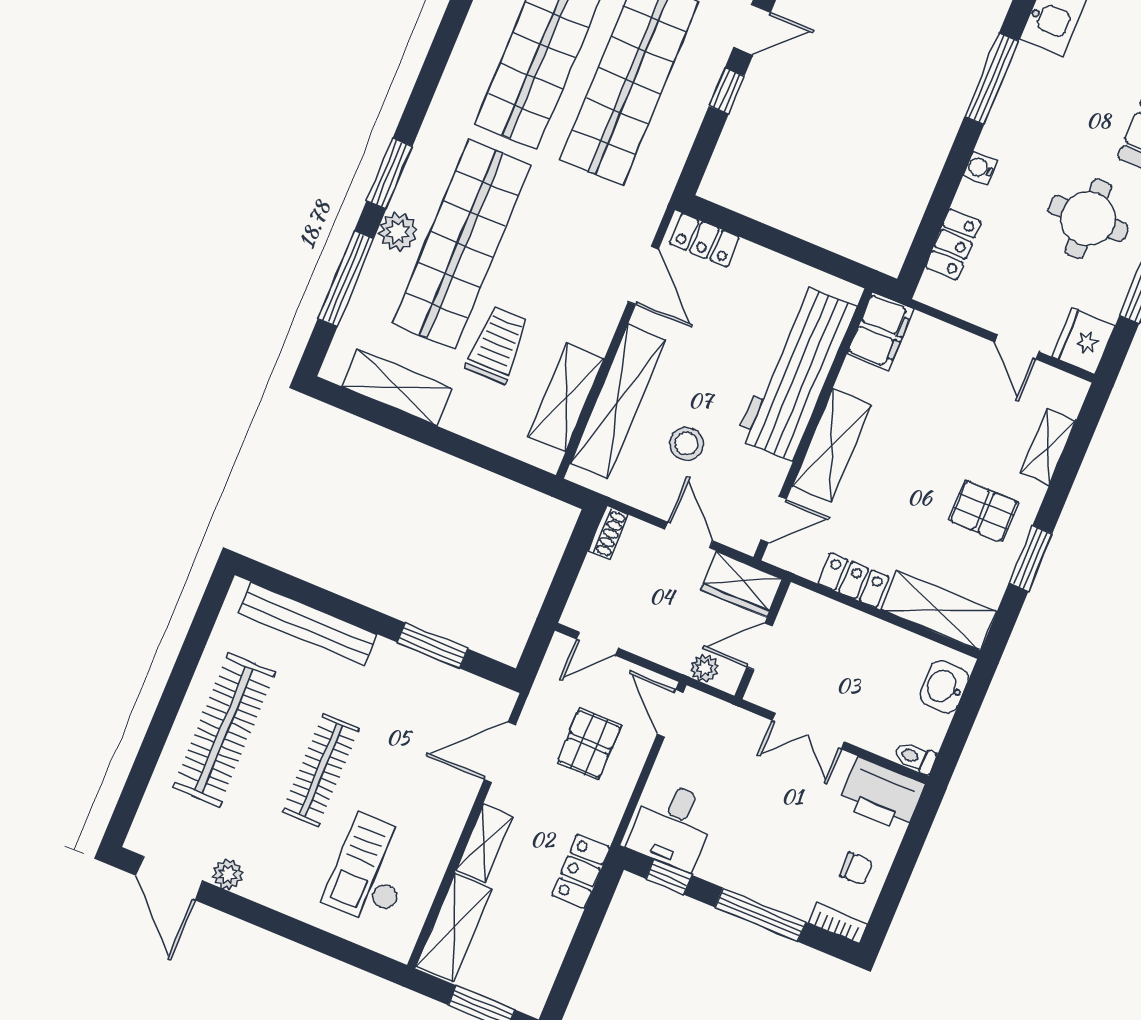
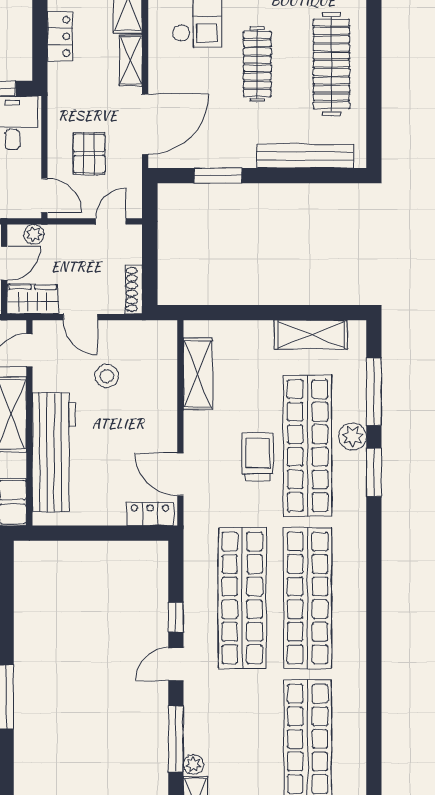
trolley: (498, 345) -> (258, 457), moved, turned 180
shelving: (618, 401) -> (163, 385), removed
shoe rack: (608, 533) -> (134, 289), width x1.43
door: (500, 752) -> (145, 124), width x1.36
locker: (581, 871) -> (60, 36), moved

